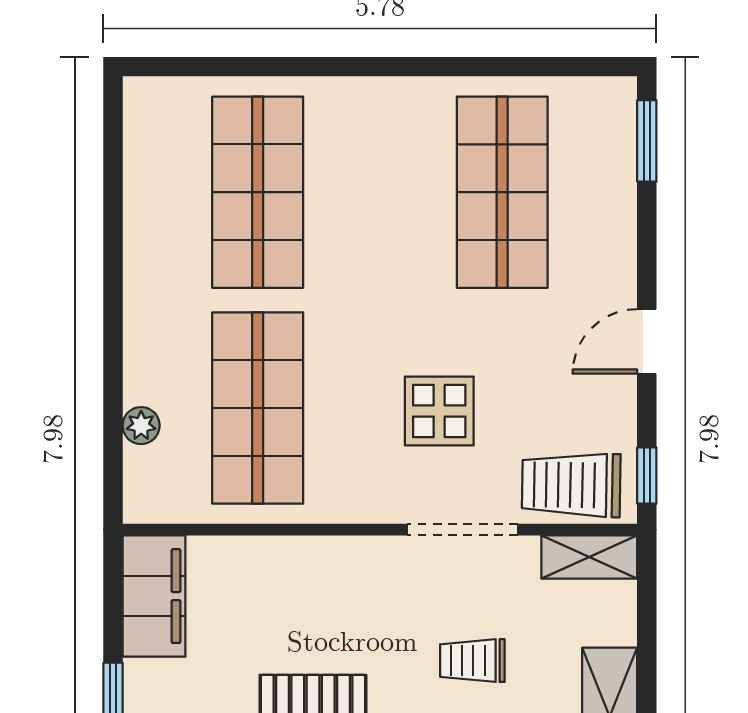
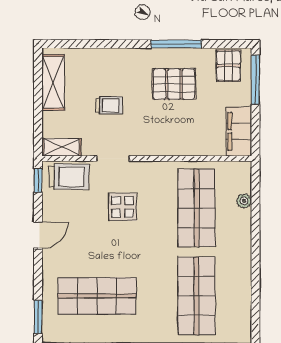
shop shelf: (502, 192) -> (97, 296), turned 90
doorway: (463, 530) -> (113, 158), width x0.73

